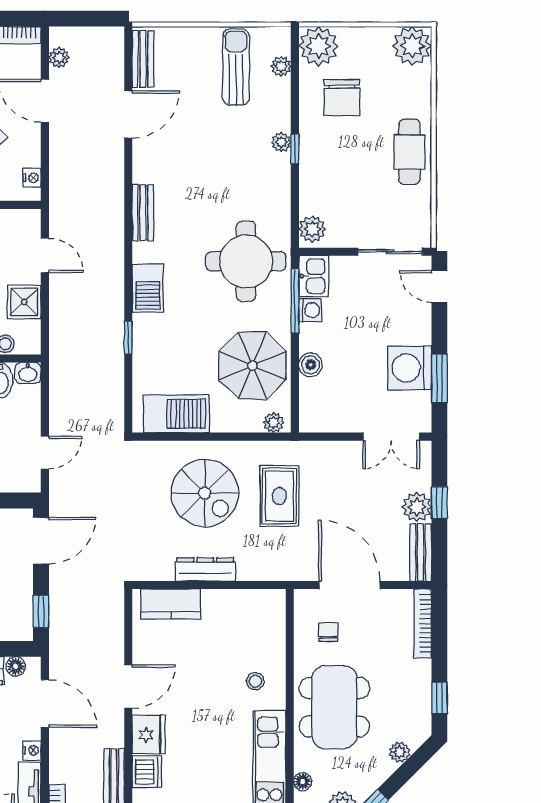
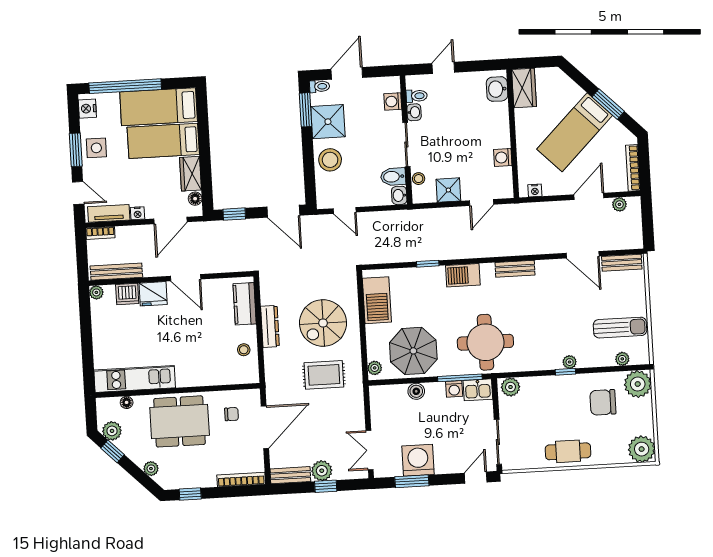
stool: (255, 681) -> (244, 350), moved

